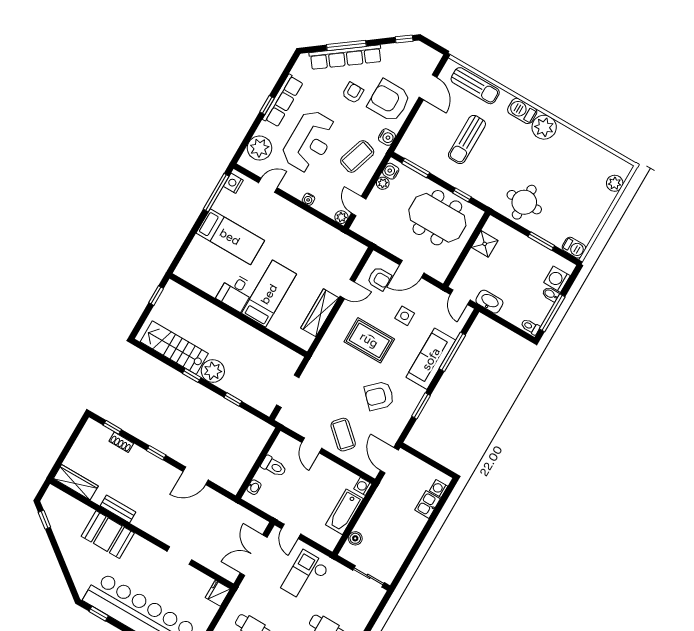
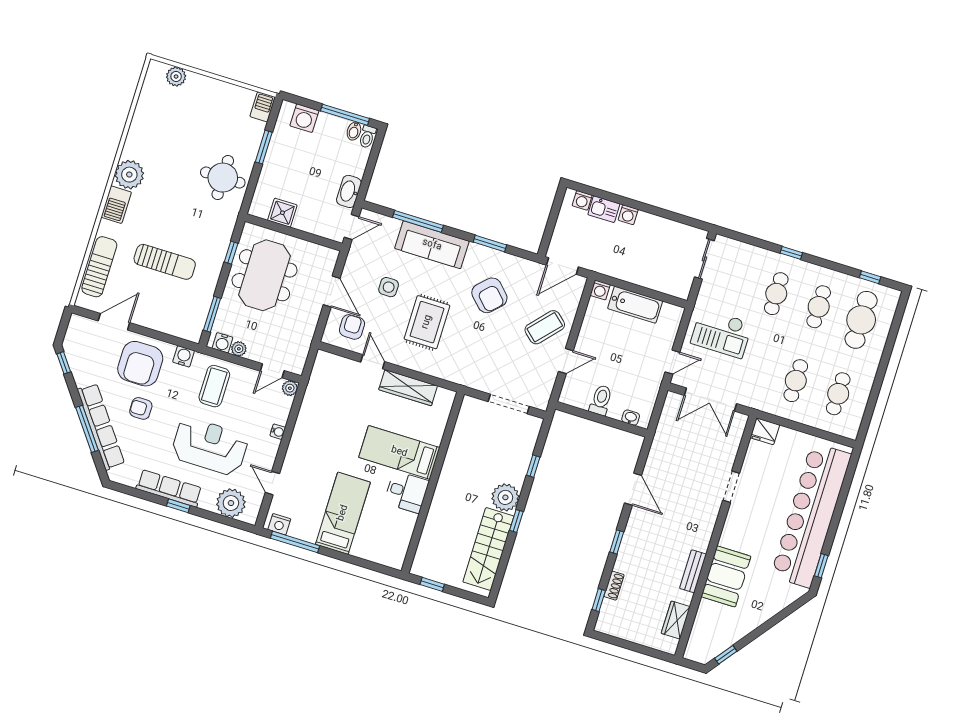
coffee table: (357, 156) -> (214, 386), turned 72
bidet: (551, 294) -> (354, 131), moved
wardrobe: (76, 482) -> (676, 620), width x0.67
washing machine: (418, 523) -> (628, 215), added
boiler: (355, 538) -> (663, 285), removed

